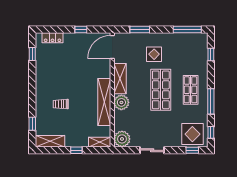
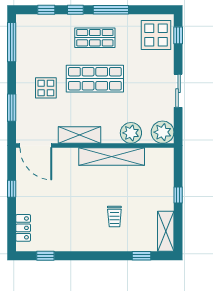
plant: (121, 102) -> (131, 133), moved
window: (211, 132) -> (75, 10), moved
shelving: (100, 142) -> (167, 163), removed

